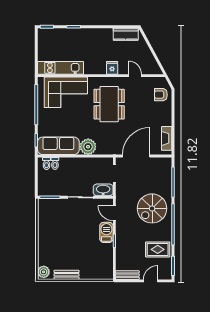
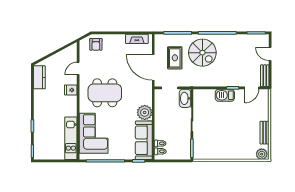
door: (114, 213) -> (252, 88), moved
rug: (158, 249) -> (175, 58), moved

